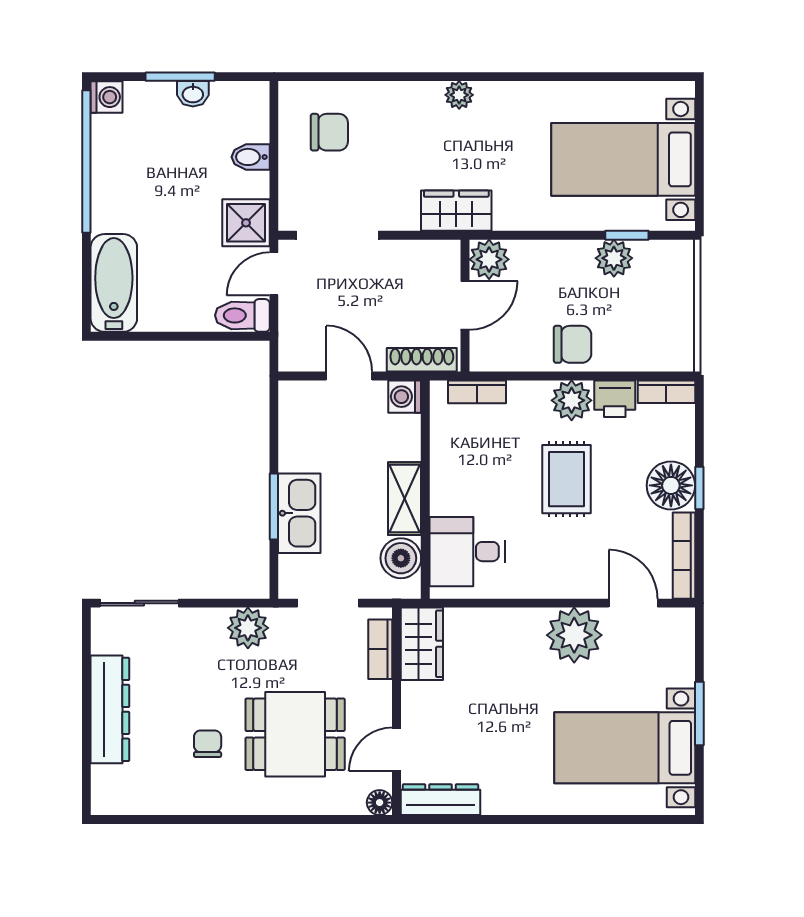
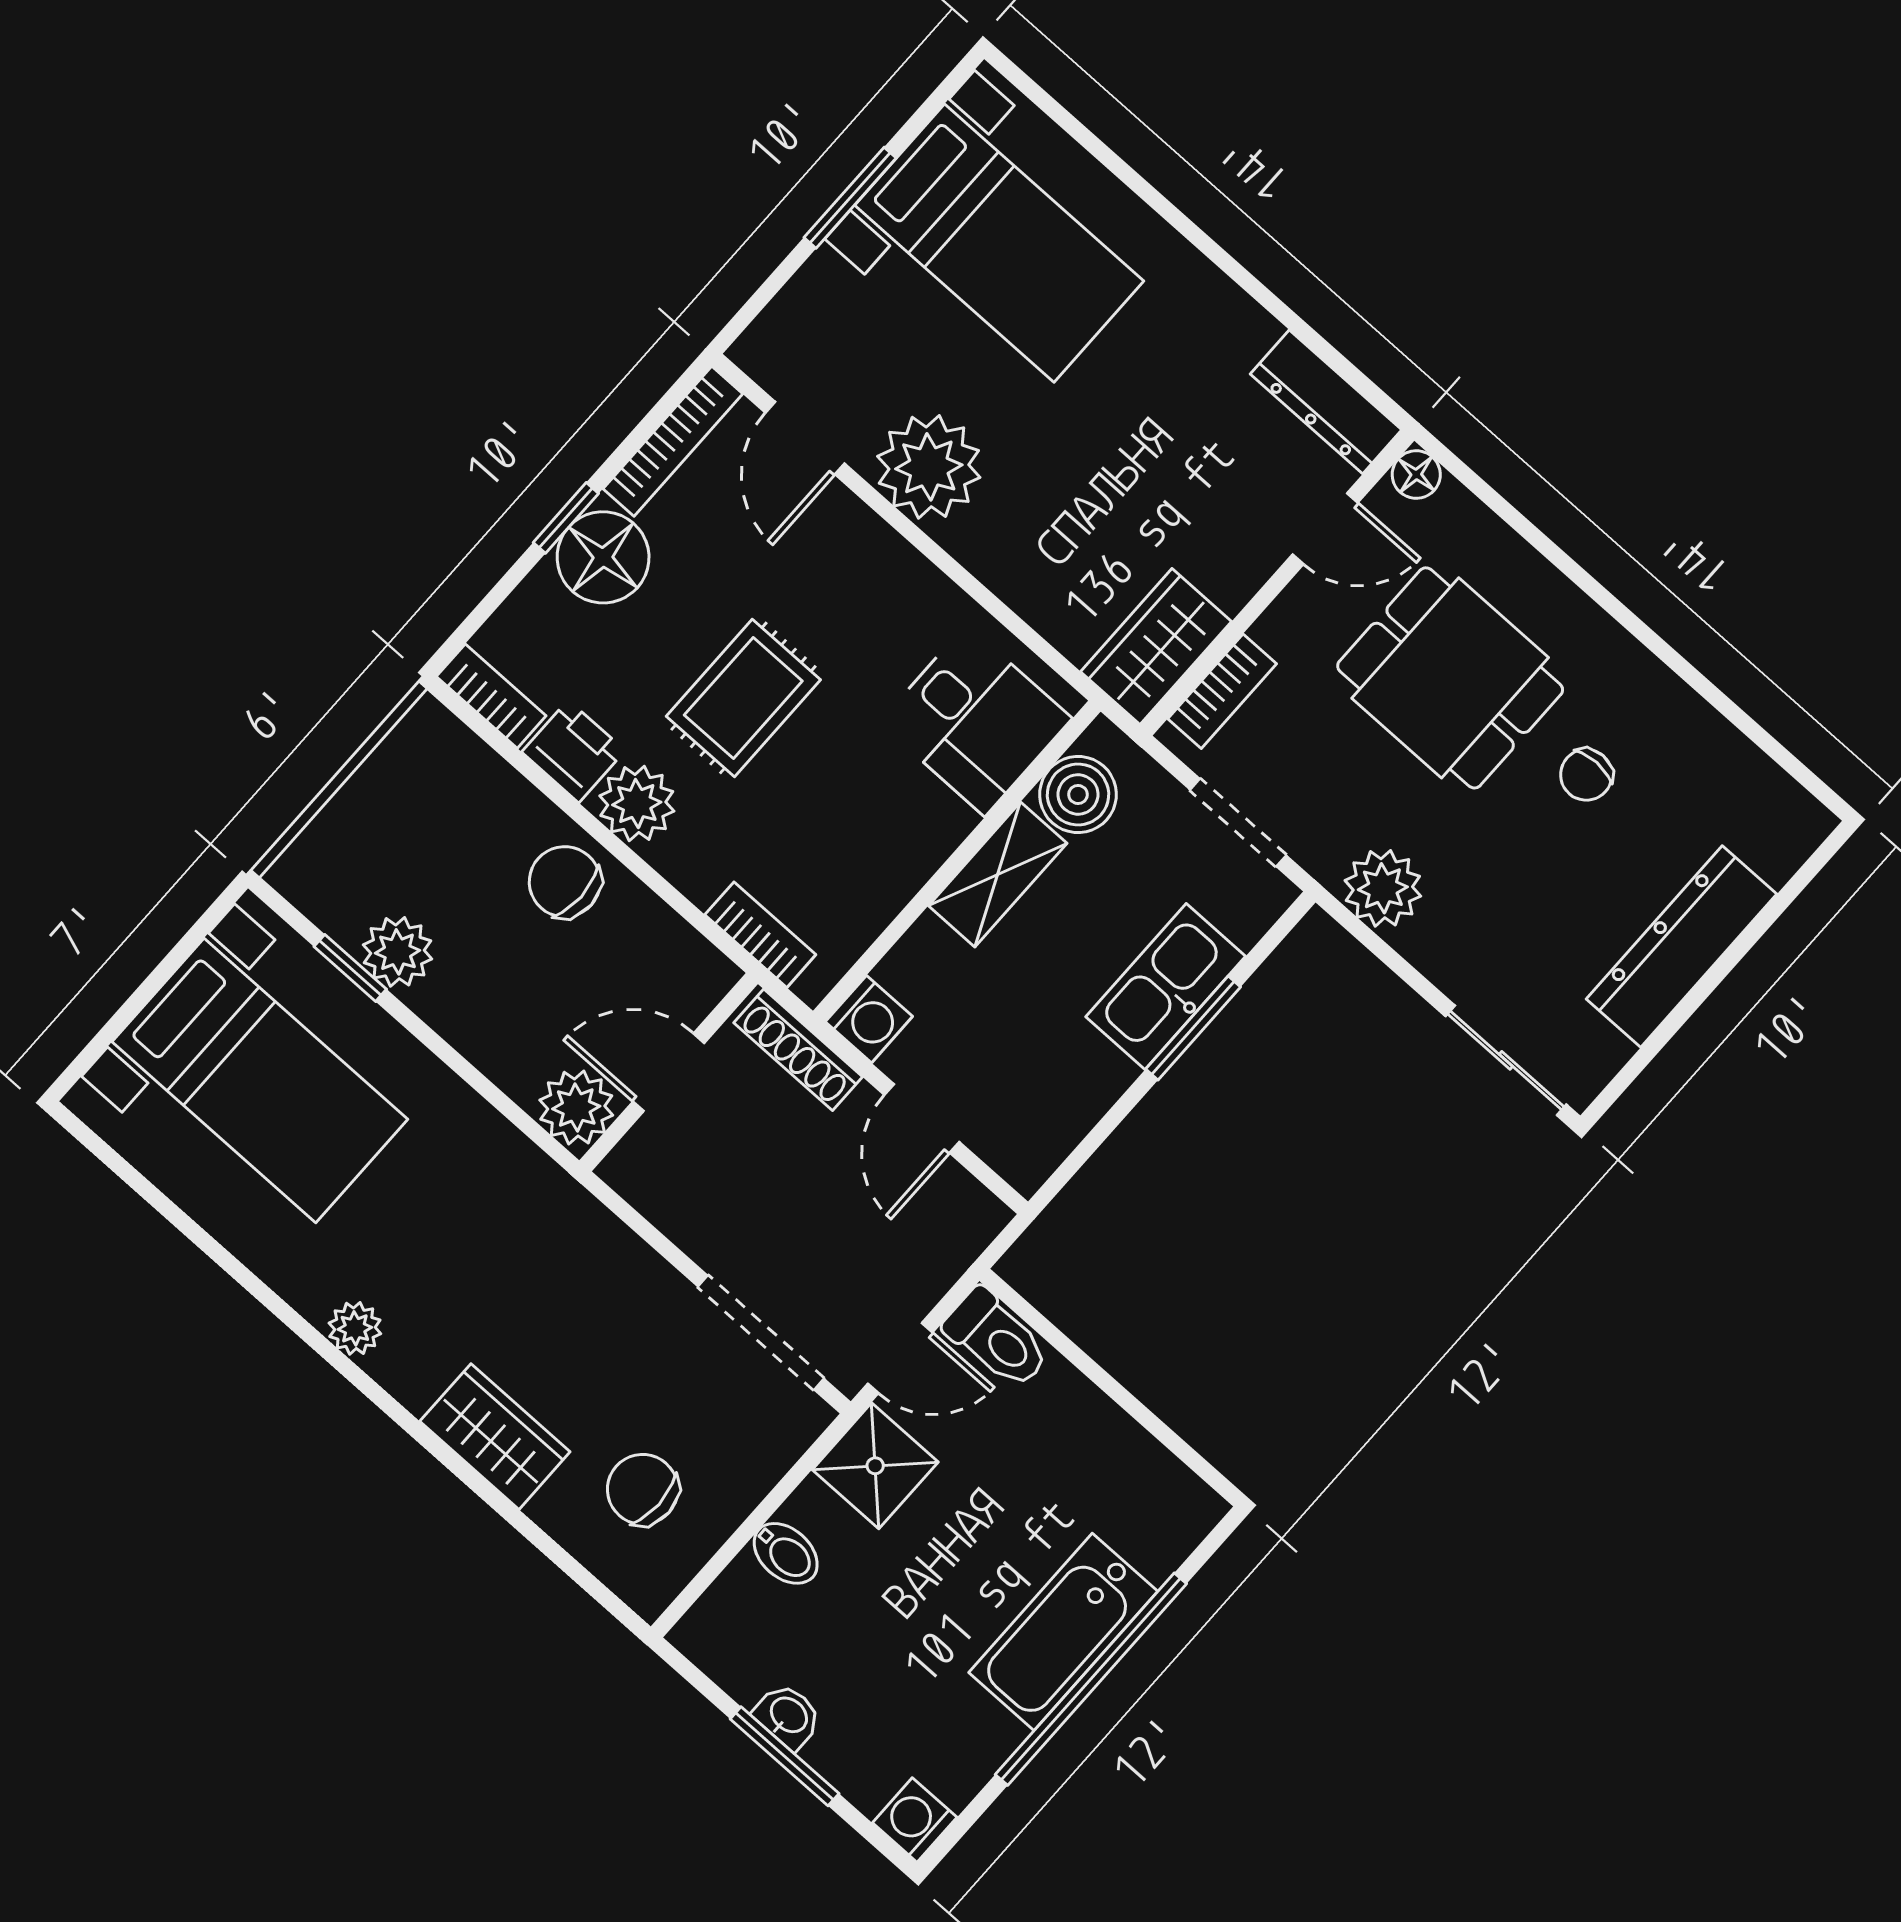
plant: (459, 95) -> (355, 1328), moved
window: (86, 162) -> (1091, 1679), moved
wardrobe: (456, 211) -> (495, 1437), moved, turned 180
bathtub: (114, 283) -> (1063, 1632), moved

